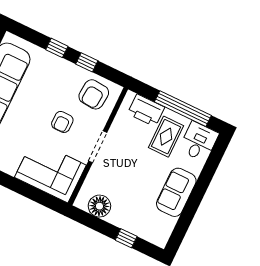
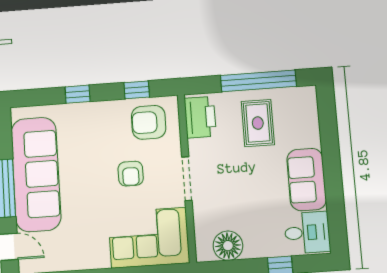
window: (87, 62) -> (137, 90), moved
armchair: (94, 94) -> (149, 122), turned 85
printer: (146, 110) -> (200, 117), moved, turned -90
desk: (199, 142) -> (307, 233), moved, turned 90

